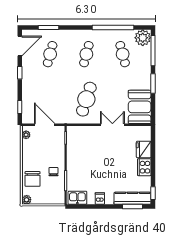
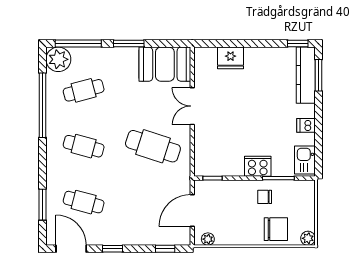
cooker: (144, 167) -> (258, 166), moved, turned 180

